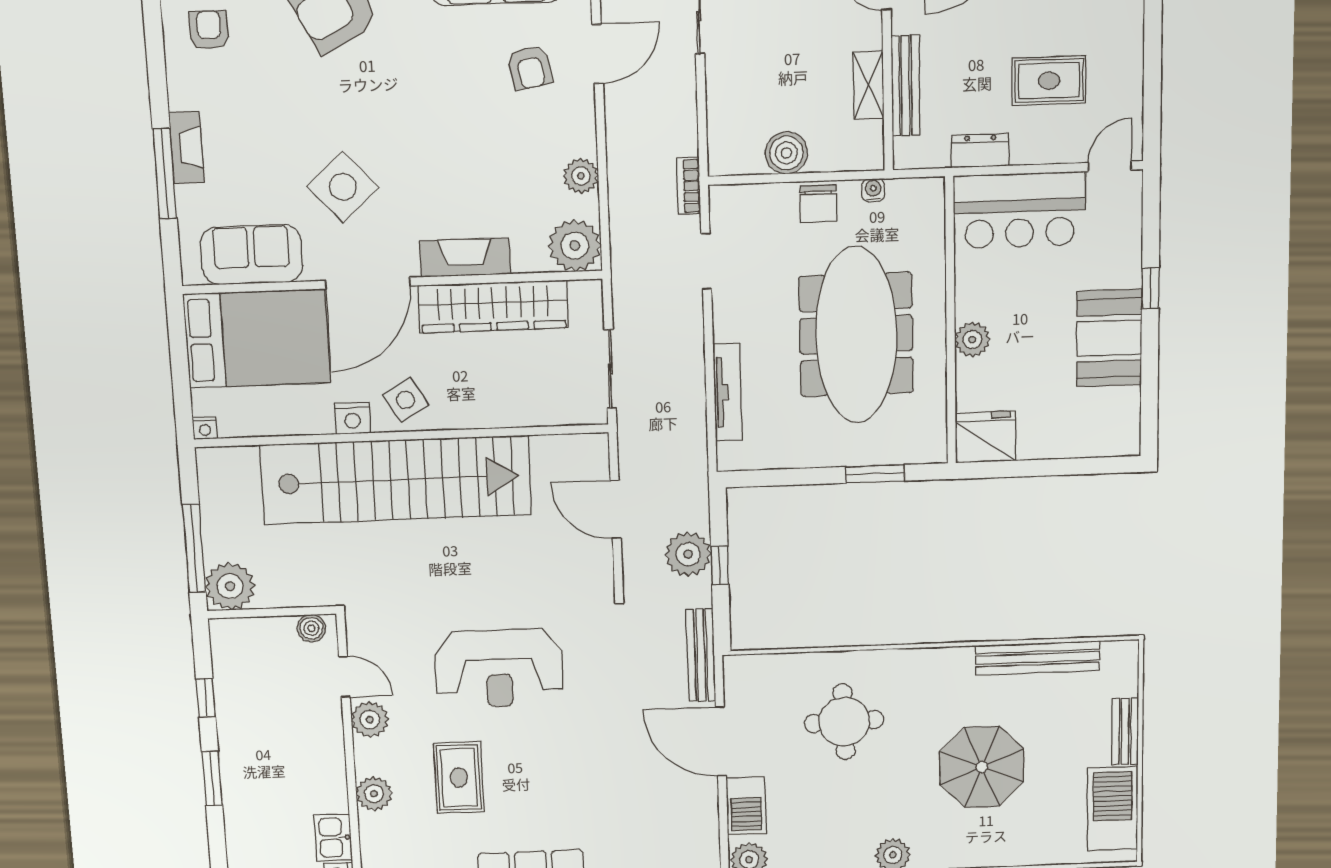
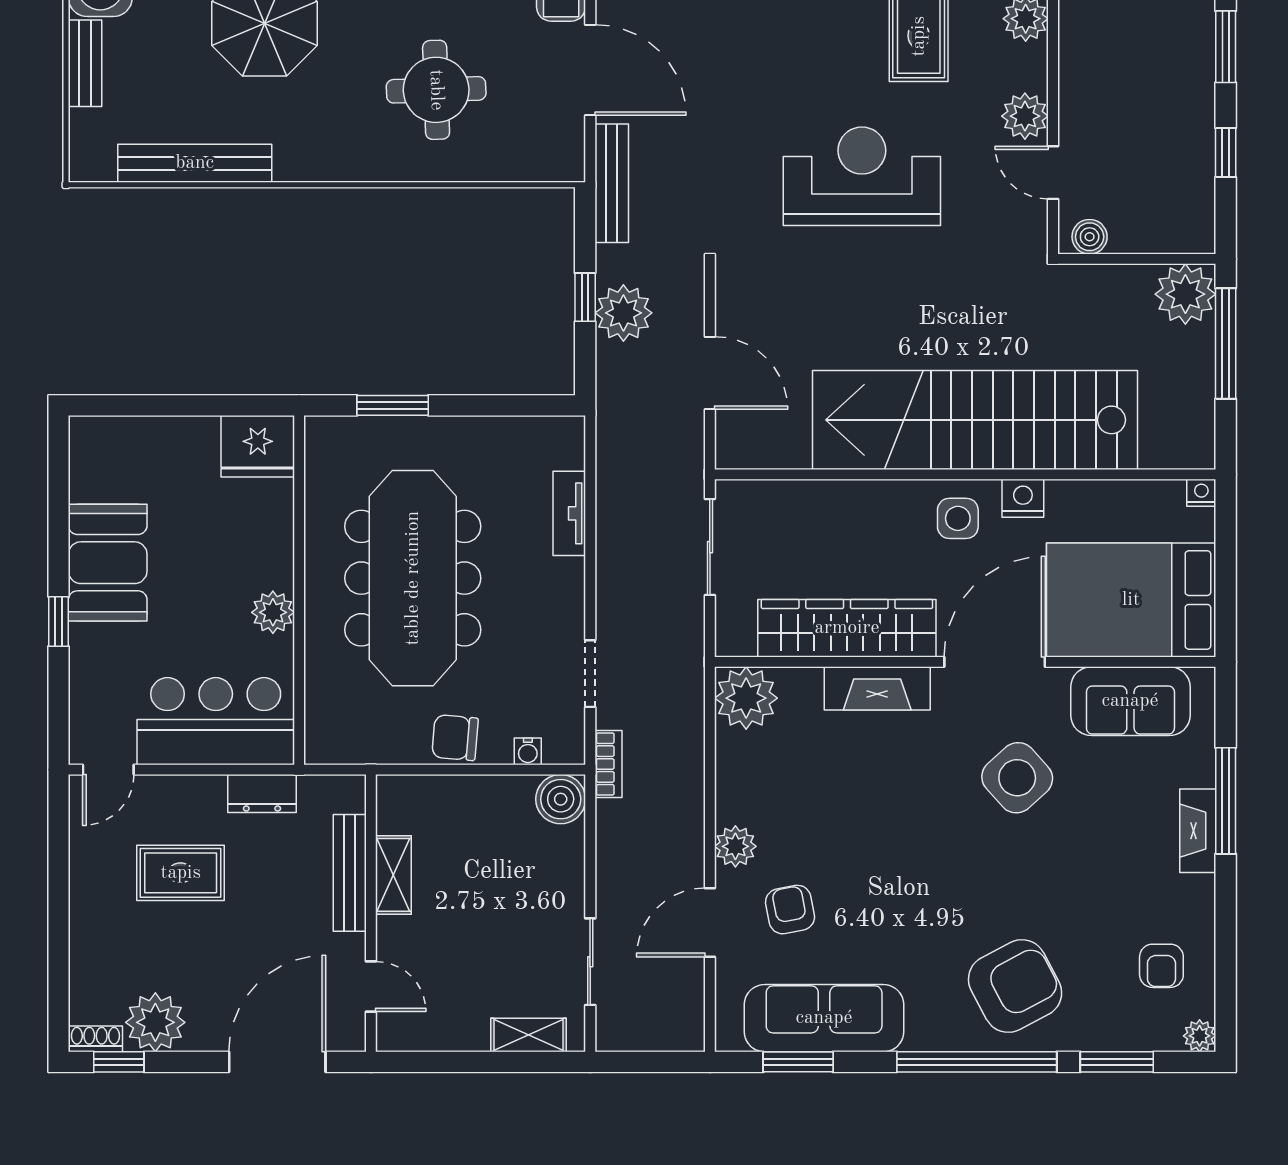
boiler: (786, 153) -> (561, 799), moved
plant: (581, 176) -> (735, 846), moved
water cooler: (873, 190) -> (528, 751), moved
chair: (818, 204) -> (455, 738), turned -85
plant: (972, 340) -> (273, 612), moved
tv unit: (728, 392) -> (569, 513), width x0.71
side table: (406, 400) -> (958, 518), turned 31

